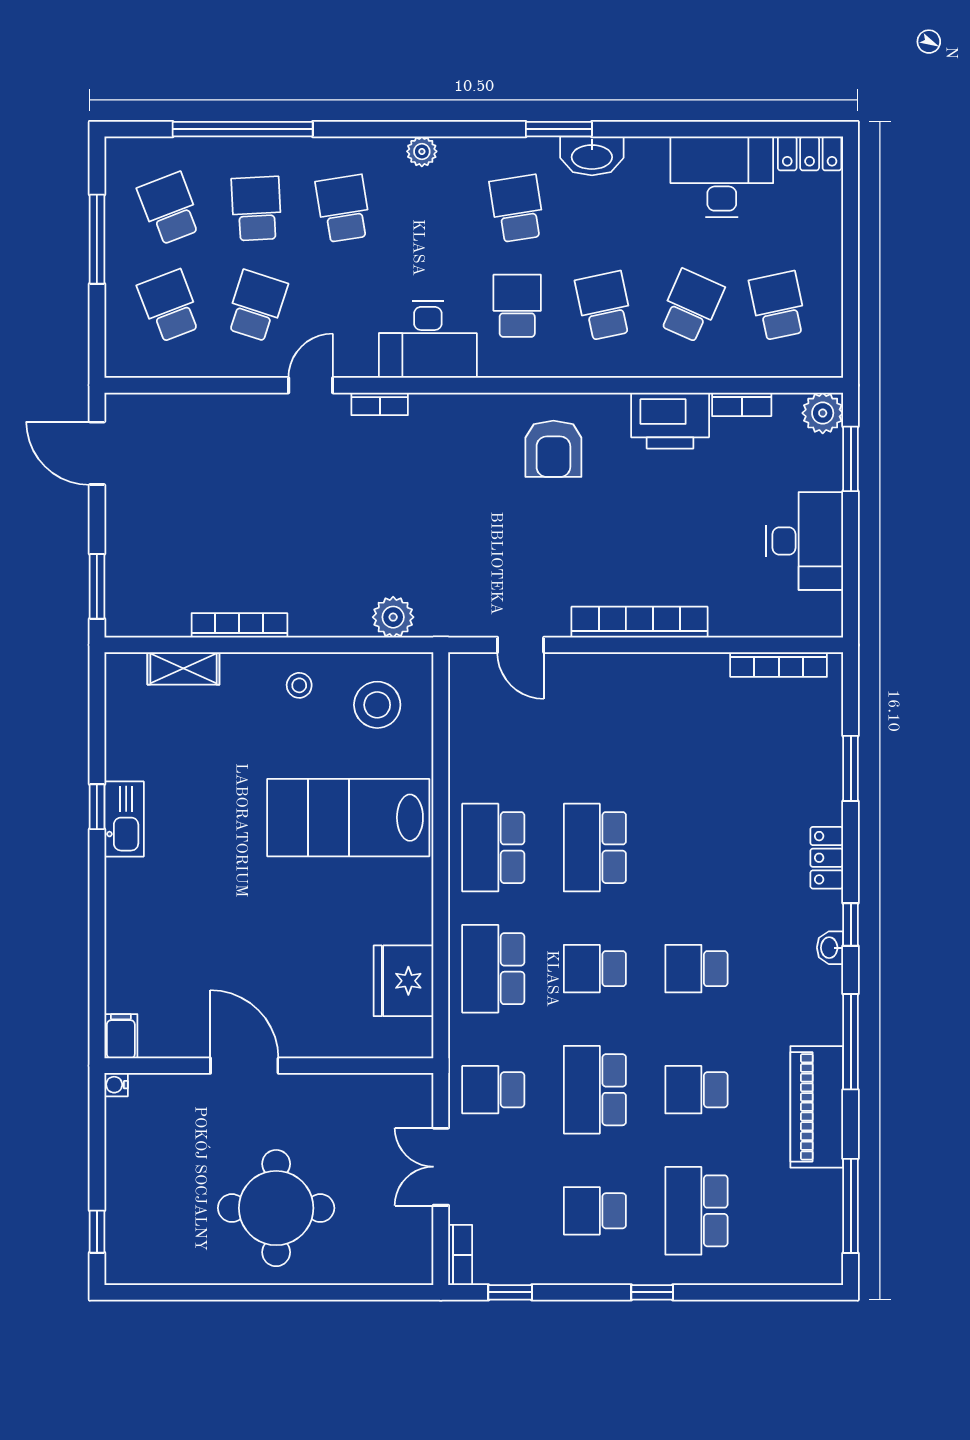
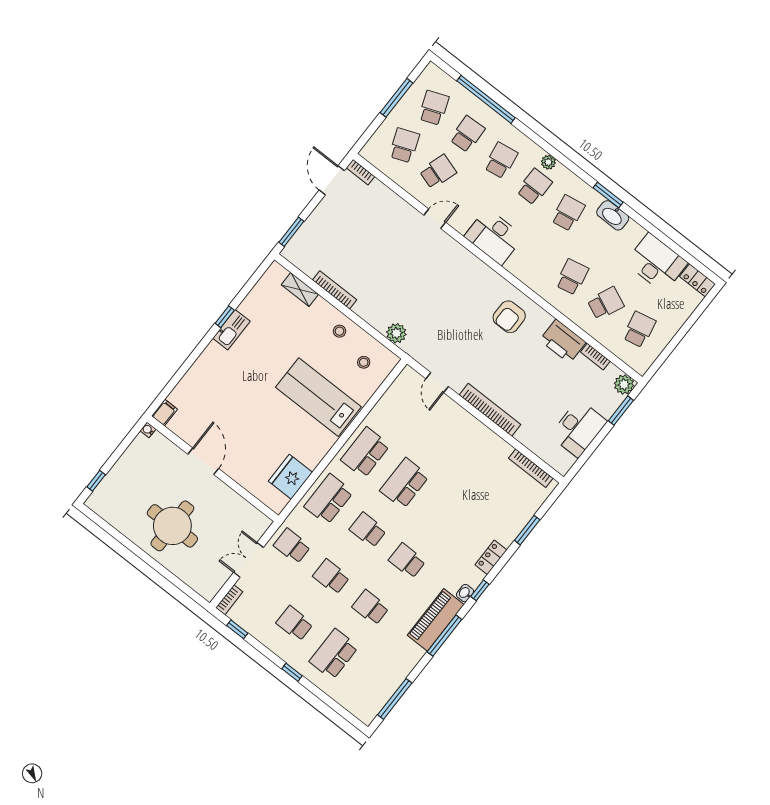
school desk: (517, 306) -> (534, 187), moved
bookcase: (380, 404) -> (360, 172), moved
stool: (377, 705) -> (364, 362), width x0.53, depth x0.53
school desk: (595, 1090) -> (331, 577), width x0.54
piano: (817, 1107) -> (436, 620), moved

